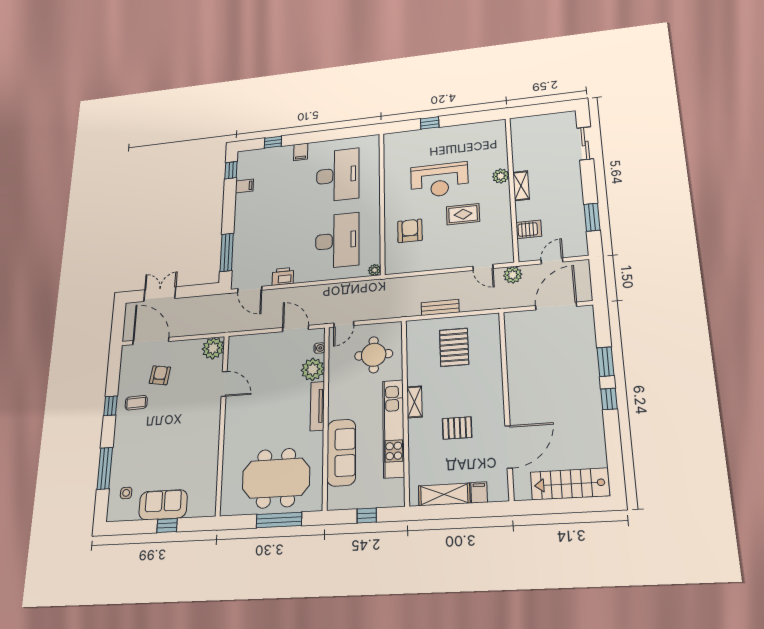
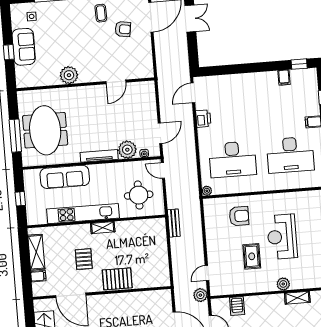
shelving: (521, 186) -> (297, 298), moved
window: (227, 252) -> (225, 70), removed
bench: (440, 308) -> (174, 223), moved
pallet: (454, 347) -> (117, 279), moved
plant: (213, 348) -> (69, 75), moved

